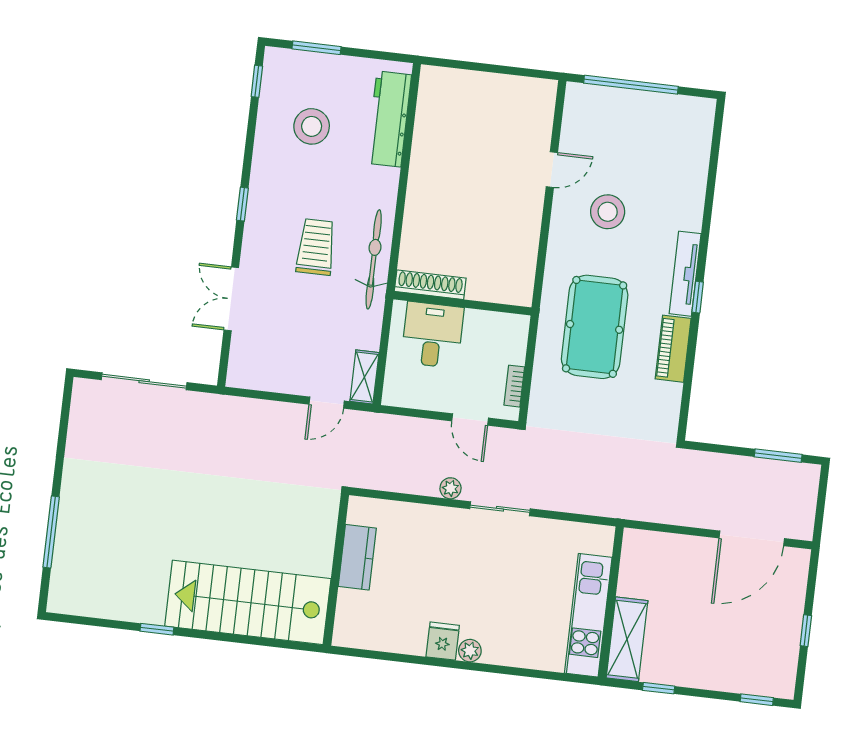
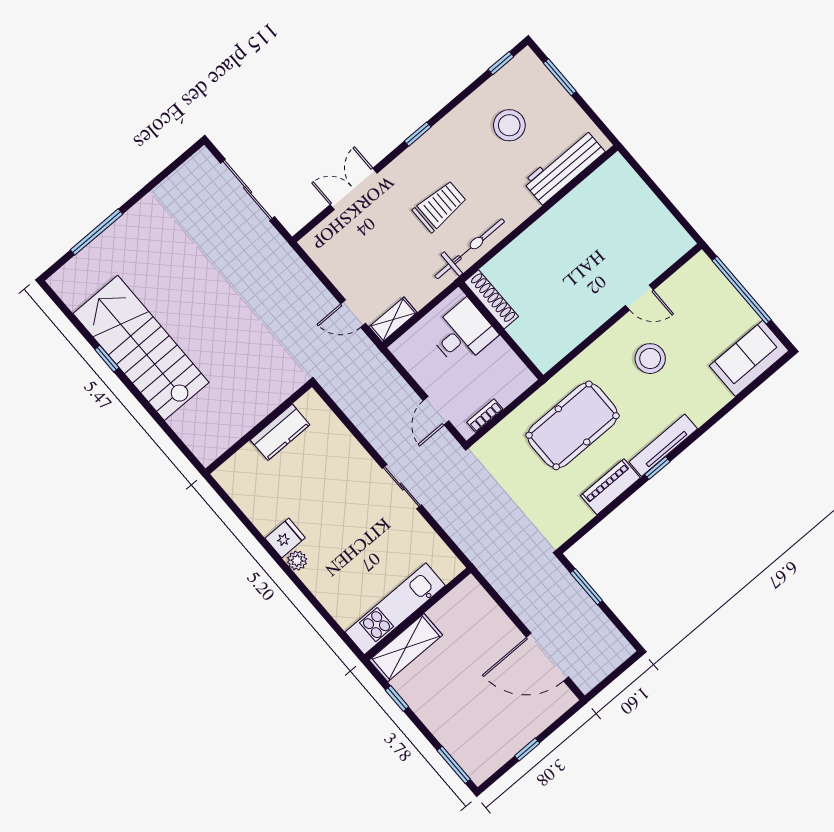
sofa: (690, 136) -> (749, 358), added
window: (778, 456) -> (586, 587), moved
plant: (450, 488) -> (382, 444), removed
stairs: (248, 602) -> (141, 348), moved
window: (757, 700) -> (454, 765), width x1.50

